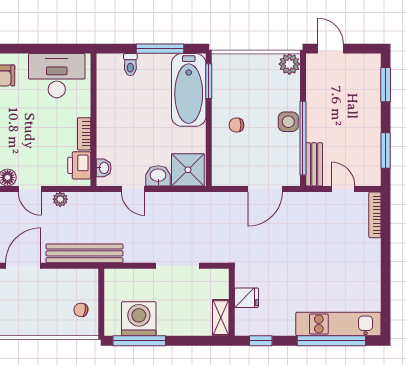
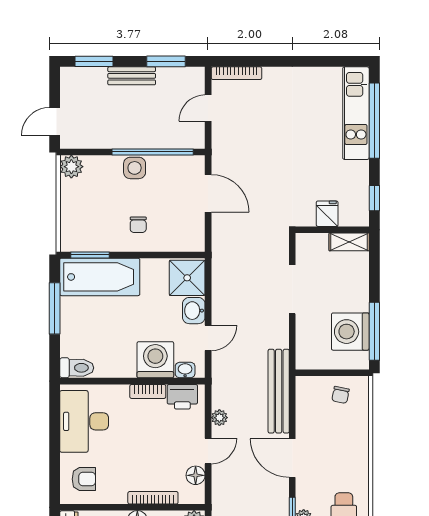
toilet: (130, 65) -> (77, 368), moved, width x1.37, depth x1.39
washing machine: (113, 141) -> (155, 360), added
bench: (314, 164) -> (132, 76), moved

